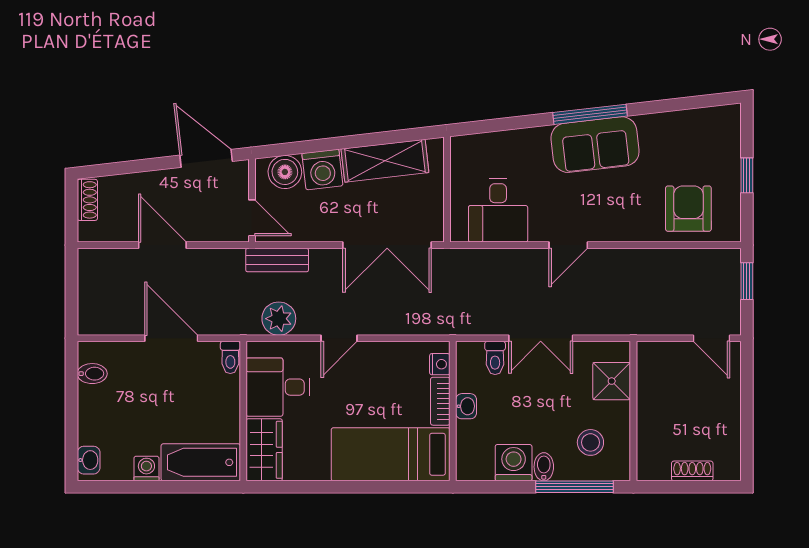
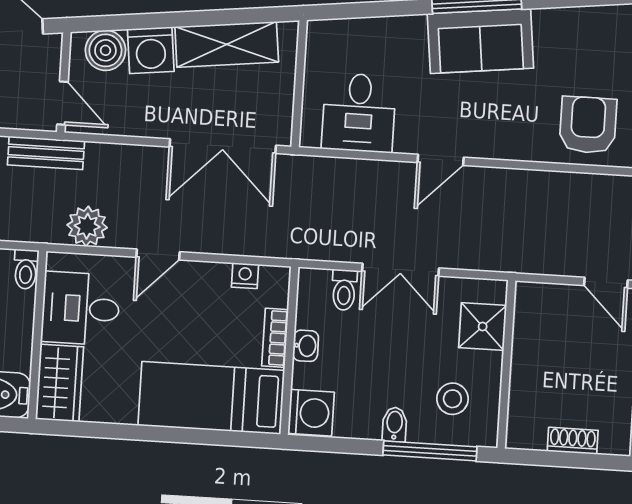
bench: (277, 260) -> (46, 153), moved
nightstand: (440, 364) -> (245, 276), moved, turned -90
washing machine: (514, 463) -> (311, 413), moved, turned 90

